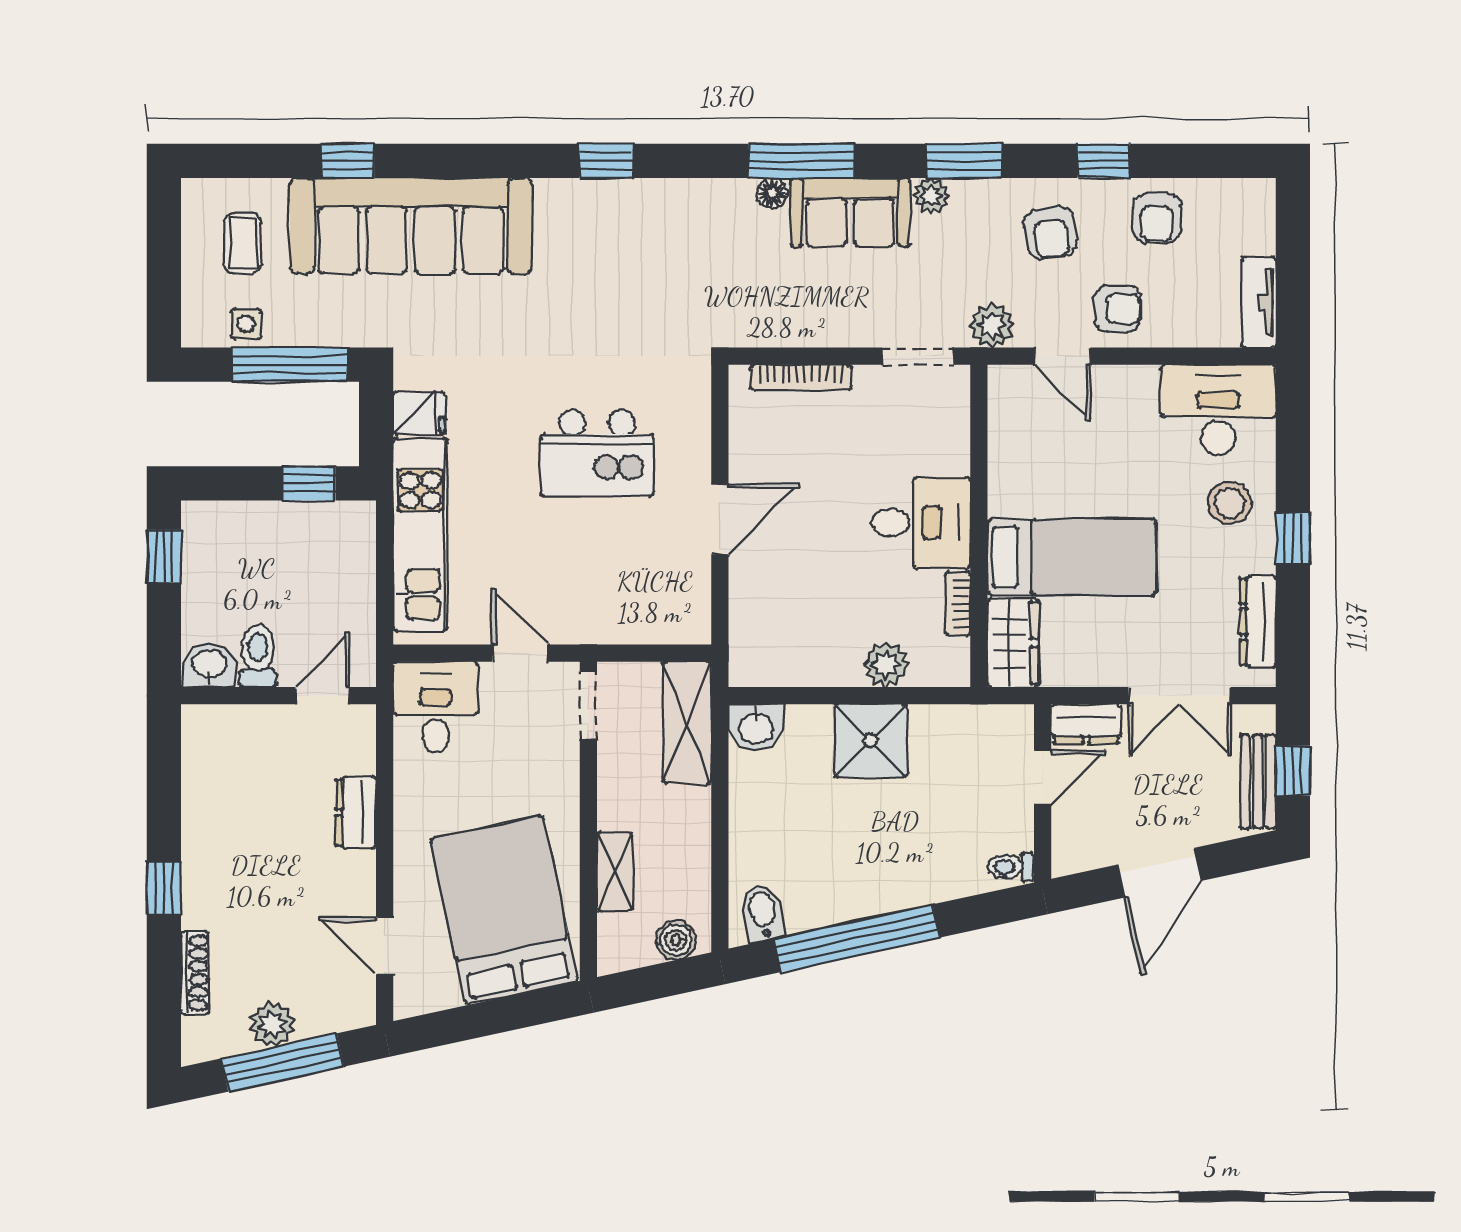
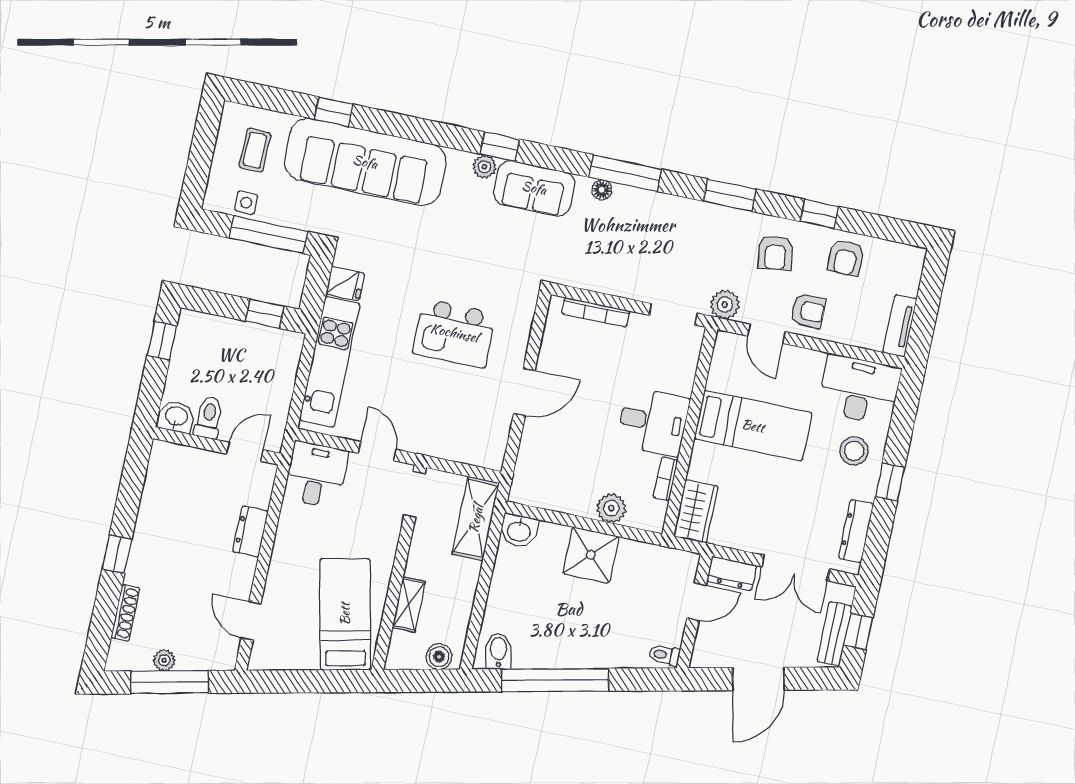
plant: (931, 196) -> (484, 167), moved
sofa: (850, 212) -> (534, 188), moved
bed: (1072, 557) -> (753, 426), moved
bed: (504, 910) -> (345, 614), width x0.67
plant: (272, 1024) -> (164, 660), width x0.73, depth x0.73

